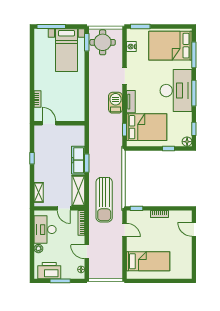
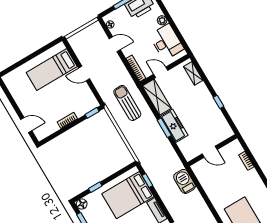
barbecue: (116, 103) -> (185, 181), moved, turned 180
door: (49, 123) -> (210, 152), moved
sun lounger: (104, 200) -> (127, 103), width x0.73, depth x0.75
door: (125, 230) -> (84, 74), moved

